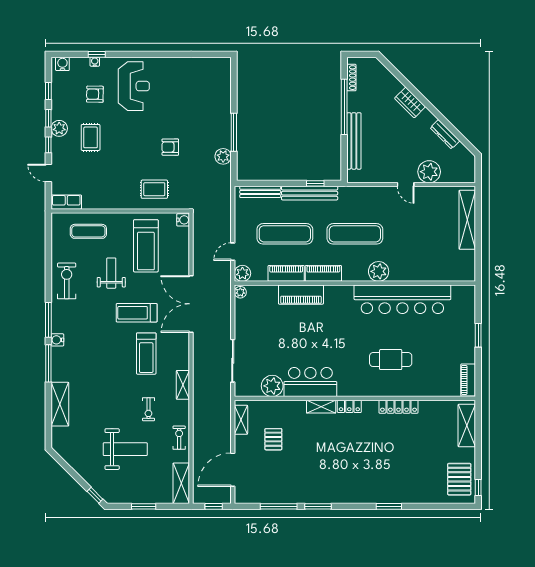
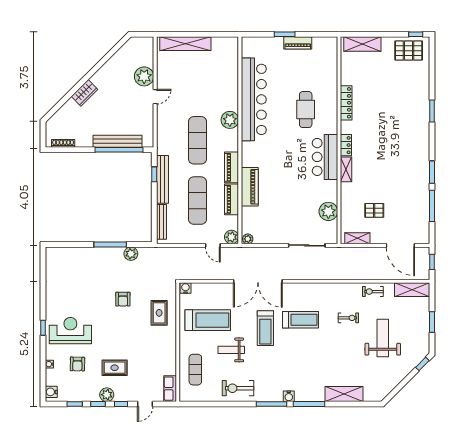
window: (97, 54) -> (43, 328), moved
window: (344, 107) -> (119, 150), moved
dresser: (445, 134) -> (112, 63), removed
piano: (468, 380) -> (298, 43), moved
bar counter: (310, 382) -> (325, 157), moved
shelving: (183, 385) -> (327, 288), removed

